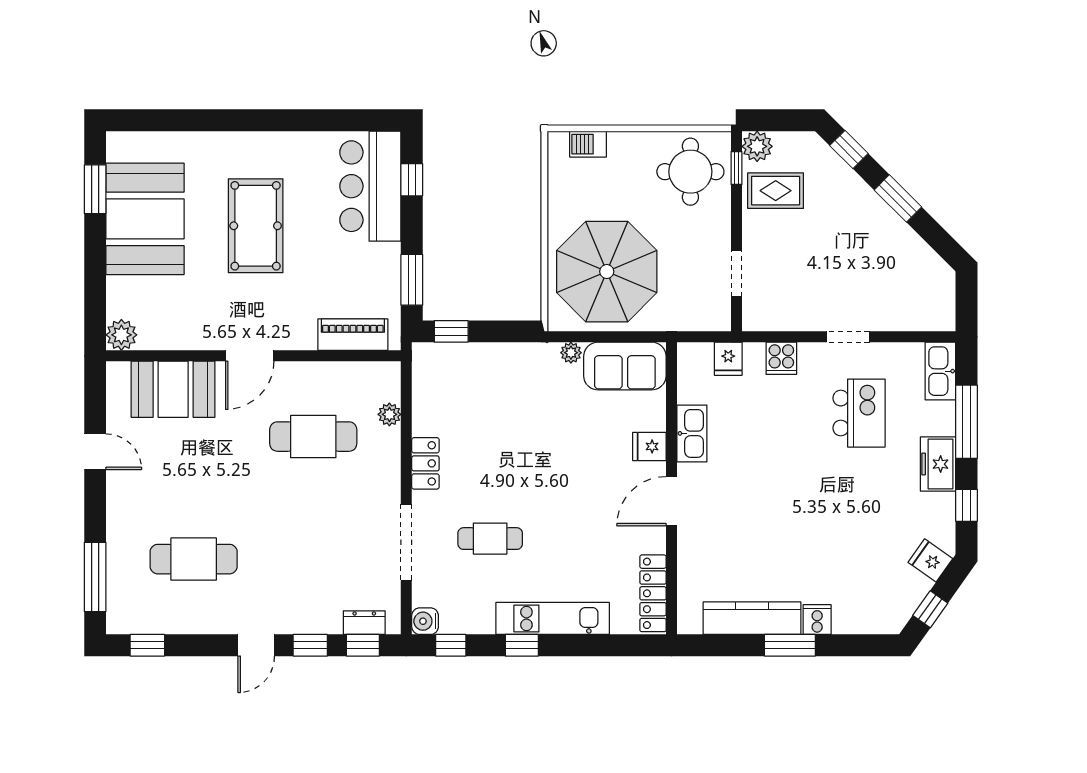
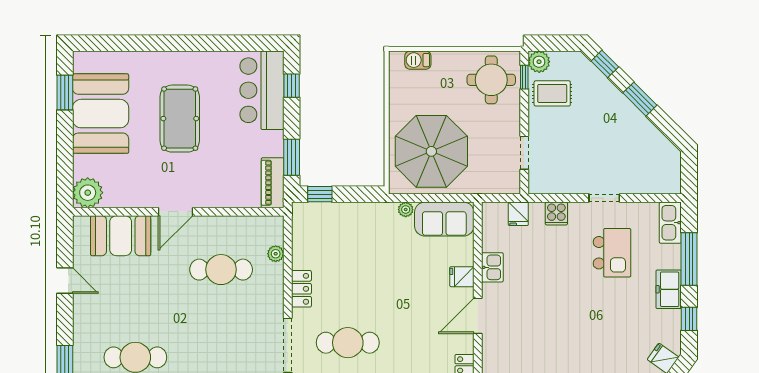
plant: (121, 335) -> (88, 193), width x1.36, depth x1.36
piano: (353, 335) -> (273, 183), moved, turned -90
kitchen sink: (692, 433) -> (492, 267), width x0.73
cafe table: (490, 539) -> (348, 343), width x1.37, depth x1.35

